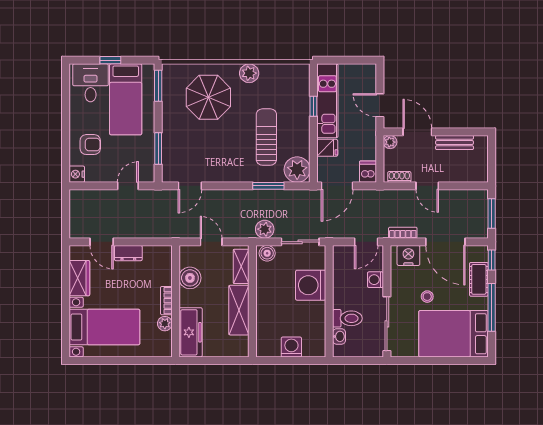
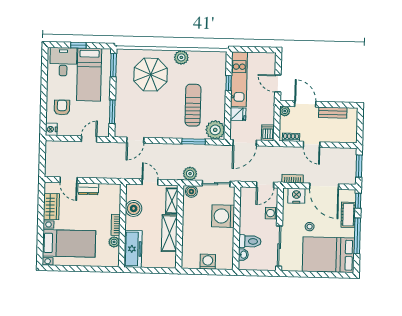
armchair: (90, 145) -> (62, 108), turned -90

